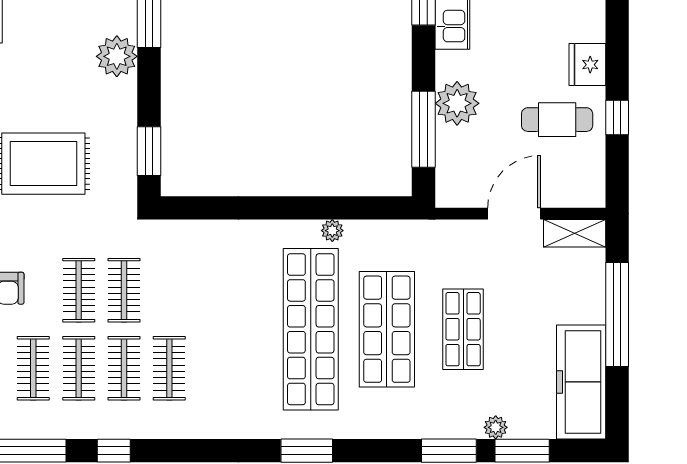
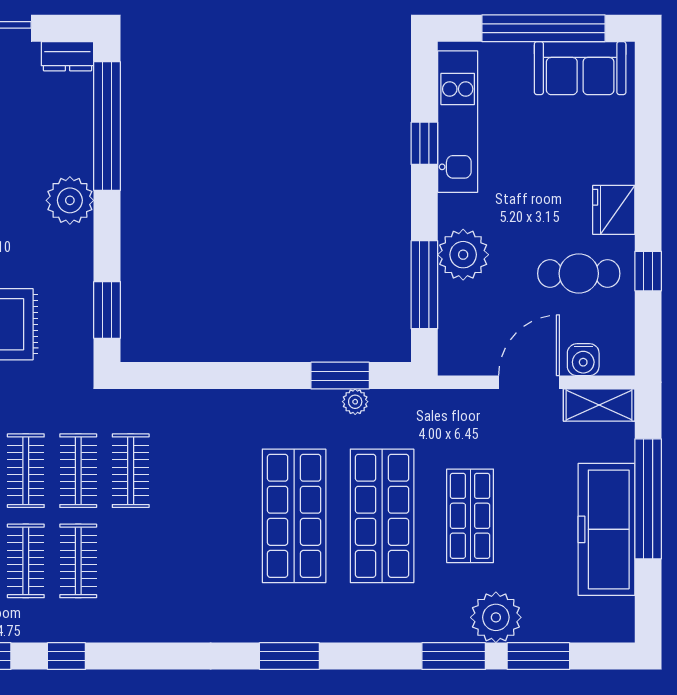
water cooler: (561, 194) -> (583, 360), added
window: (351, 208) -> (340, 376), added
plant: (332, 231) -> (355, 402), moved
shop shelf: (311, 329) -> (294, 516), width x0.71
clothes rail: (169, 368) -> (131, 471), moved
freezer: (581, 382) -> (606, 529), moved
plant: (496, 427) -> (496, 617), width x1.87, depth x1.87

